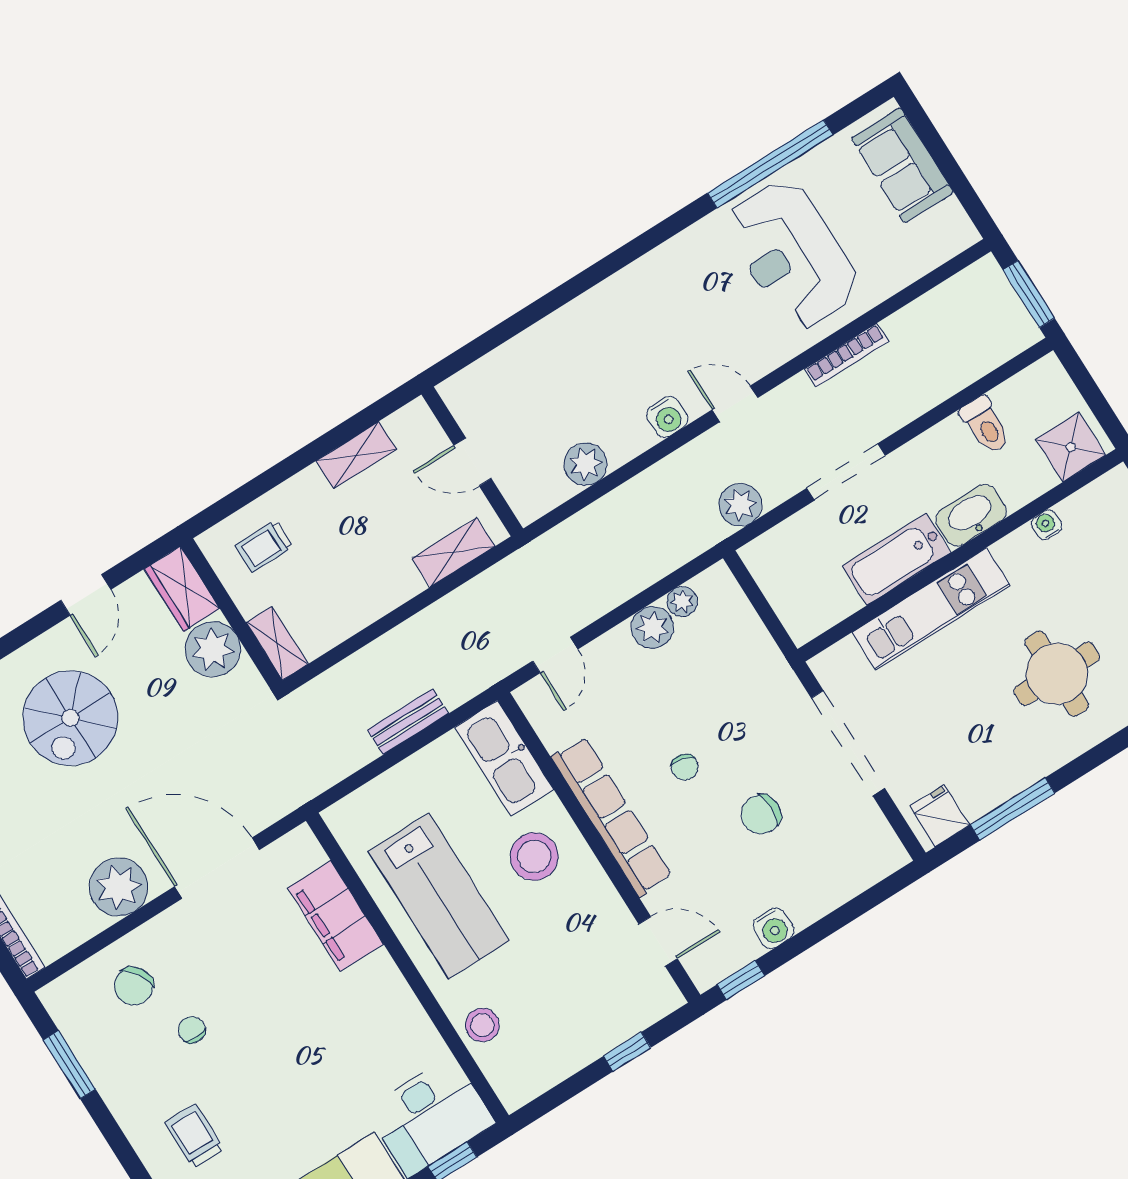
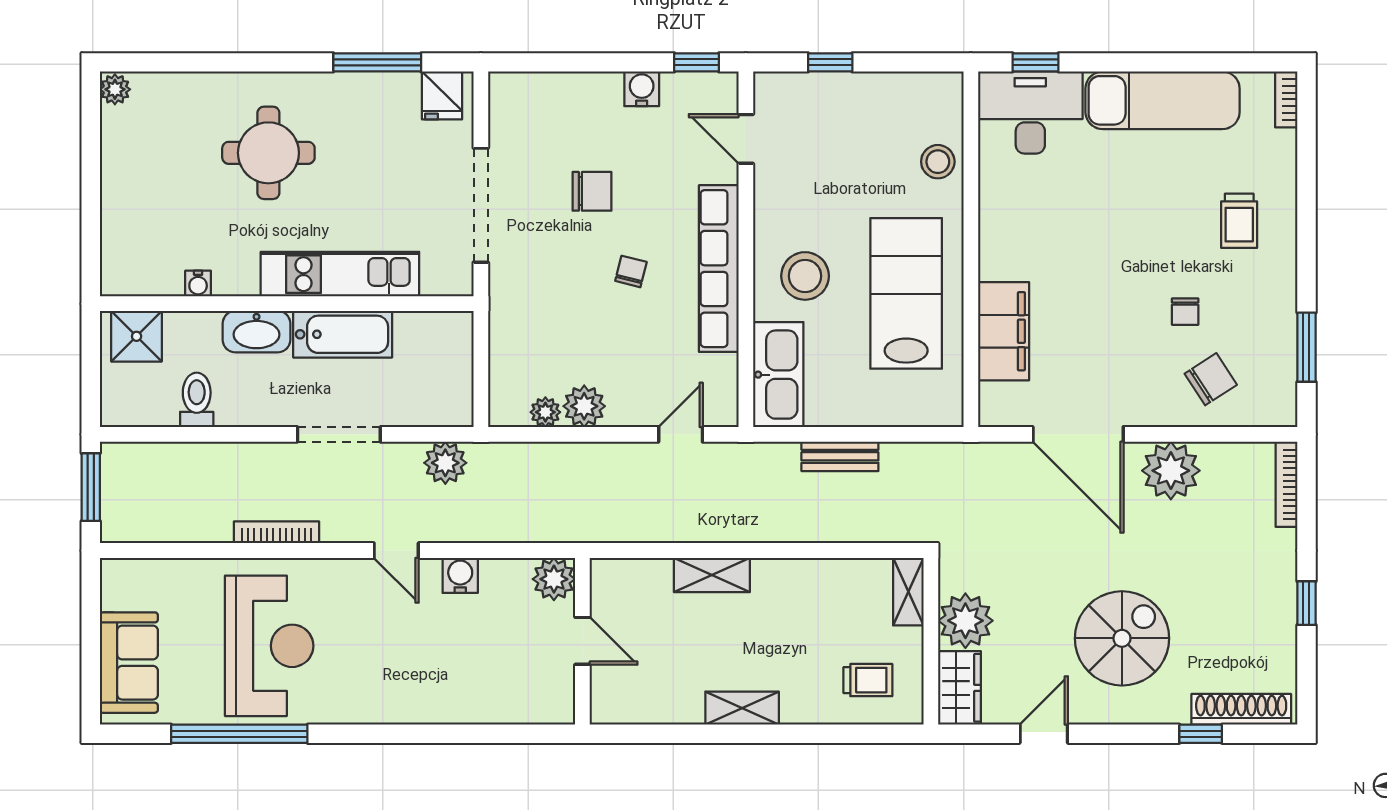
wall: (472, 461) -> (582, 641), moved
door: (472, 462) -> (582, 641), moved

